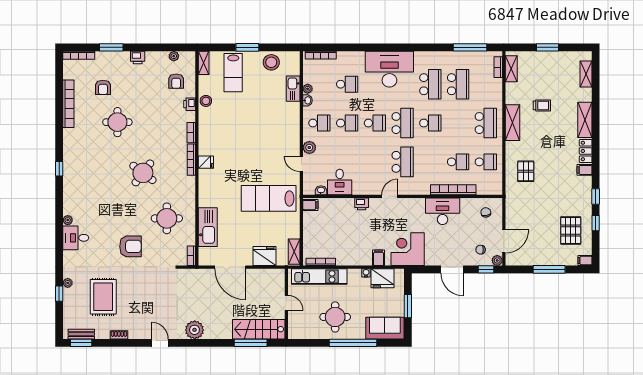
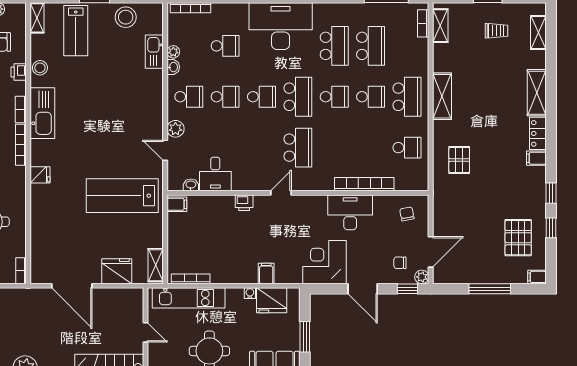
trolley: (542, 105) -> (497, 31), moved
fridge: (206, 162) -> (40, 175), moved
school desk: (458, 162) -> (371, 97), moved
kitchen sink: (208, 227) -> (42, 113), moved
corner desk: (408, 249) -> (324, 262), moved

